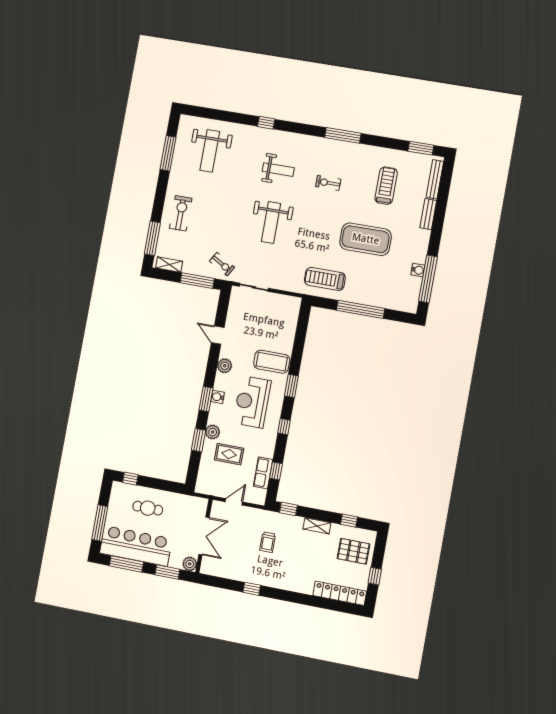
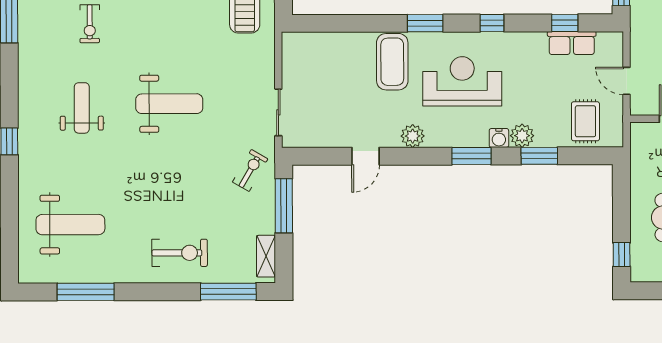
exercise bike: (181, 213) -> (180, 253), turned 180
water cooler: (218, 397) -> (499, 138), moved
reception desk: (252, 402) -> (462, 81), turned 180
rug: (229, 454) -> (585, 121), moved

